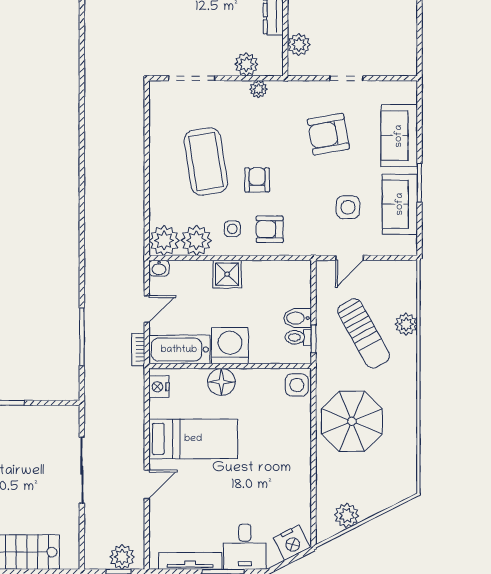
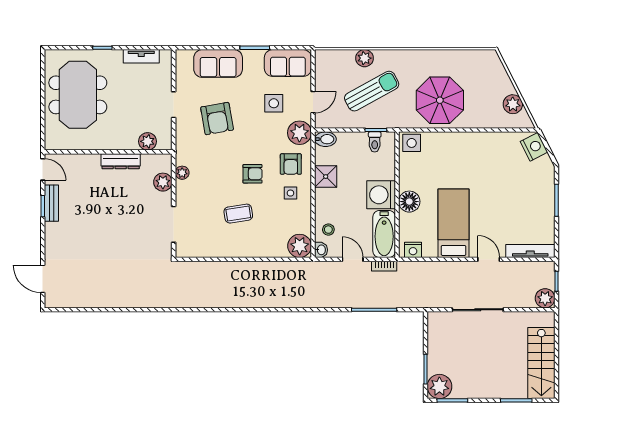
tv unit: (408, 36) -> (141, 56), added
coffee table: (206, 162) -> (238, 214), width x0.54, depth x0.58
armchair: (257, 180) -> (252, 174), turned 180
sofa: (400, 204) -> (288, 63), moved
plant: (196, 240) -> (299, 133), moved
door: (350, 258) -> (313, 102), hinge flipped
shower: (227, 274) -> (326, 177), moved
stool: (185, 278) -> (328, 230), added
bidet: (297, 318) -> (325, 139), moved, turned -90
desk: (245, 547) -> (537, 183), removed
plant: (122, 557) -> (545, 298), moved
tv unit: (190, 561) -> (530, 251), moved, turned 90

